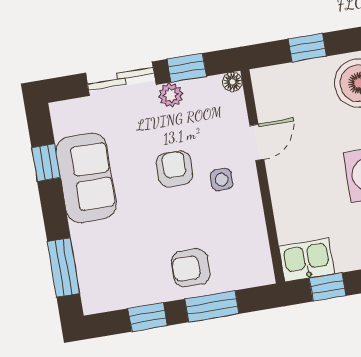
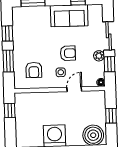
door: (257, 142) -> (74, 89), swing flipped
kitchen sink: (307, 260) -> (22, 103), removed
armchair: (191, 268) -> (34, 70), moved, turned 180

